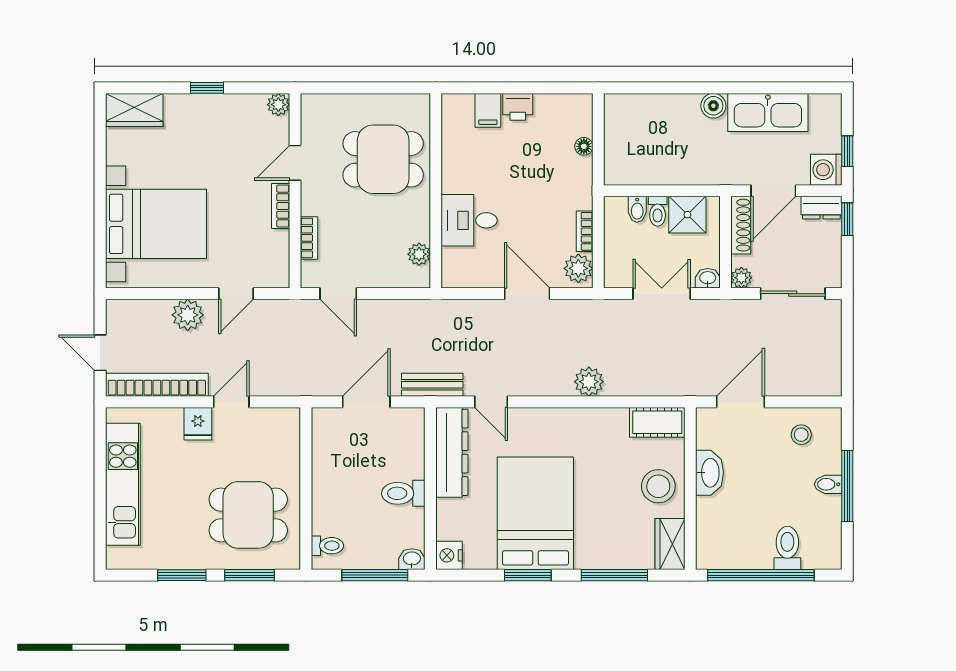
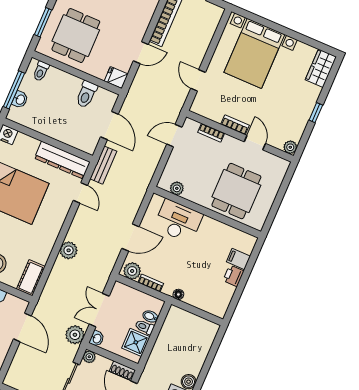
floor lamp: (584, 146) -> (178, 294), moved
desk: (469, 220) -> (178, 221), width x1.37
shoe rack: (741, 225) -> (122, 371), width x0.70
double door: (662, 294) -> (99, 310), swing flipped
plant: (188, 315) -> (75, 335), moved
door: (231, 402) -> (141, 53), hinge flipped
door: (491, 402) -> (80, 193), swing flipped
fridge: (198, 424) -> (116, 78), moved
toilet: (403, 493) -> (86, 94), moved, turned 180
washbasin: (412, 559) -> (20, 100), moved

